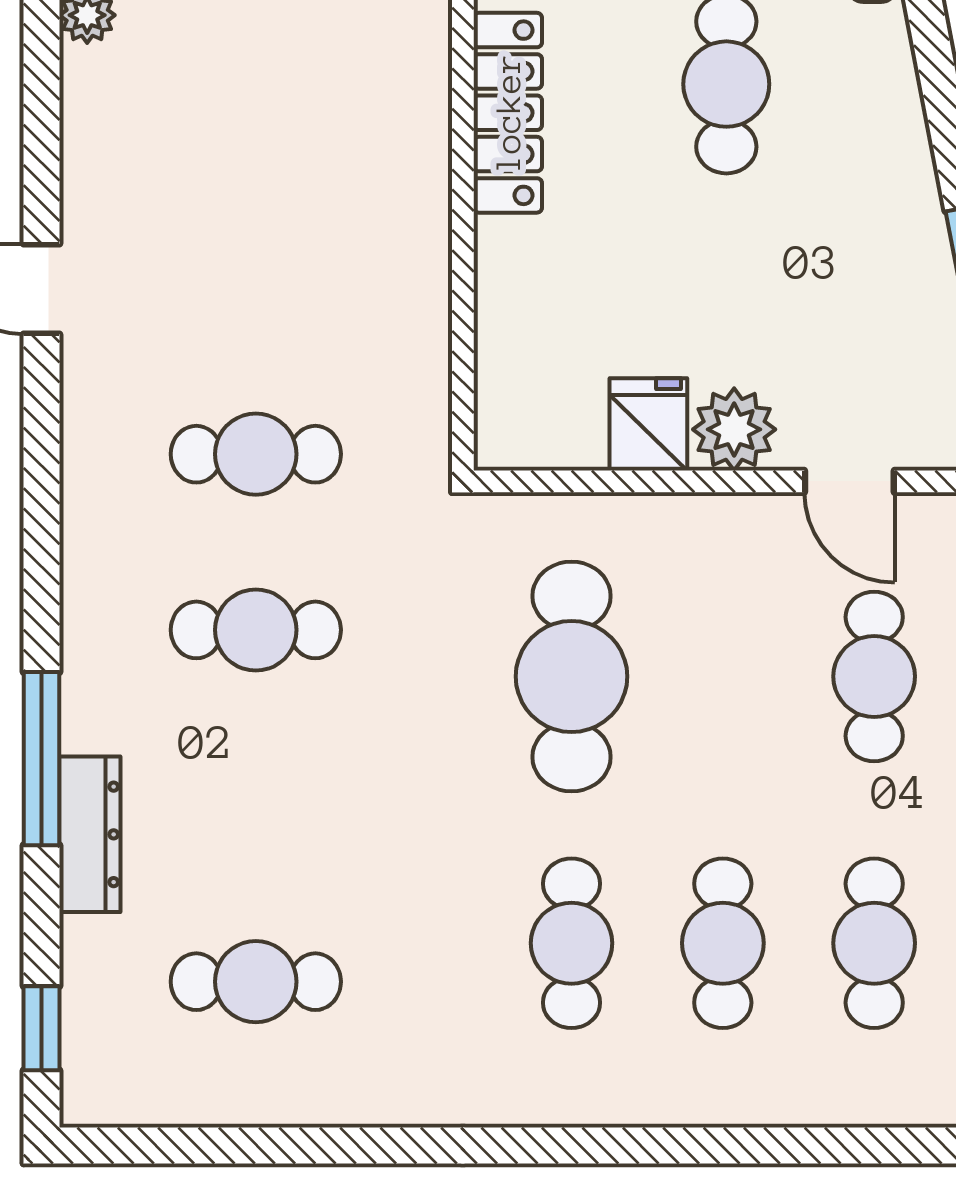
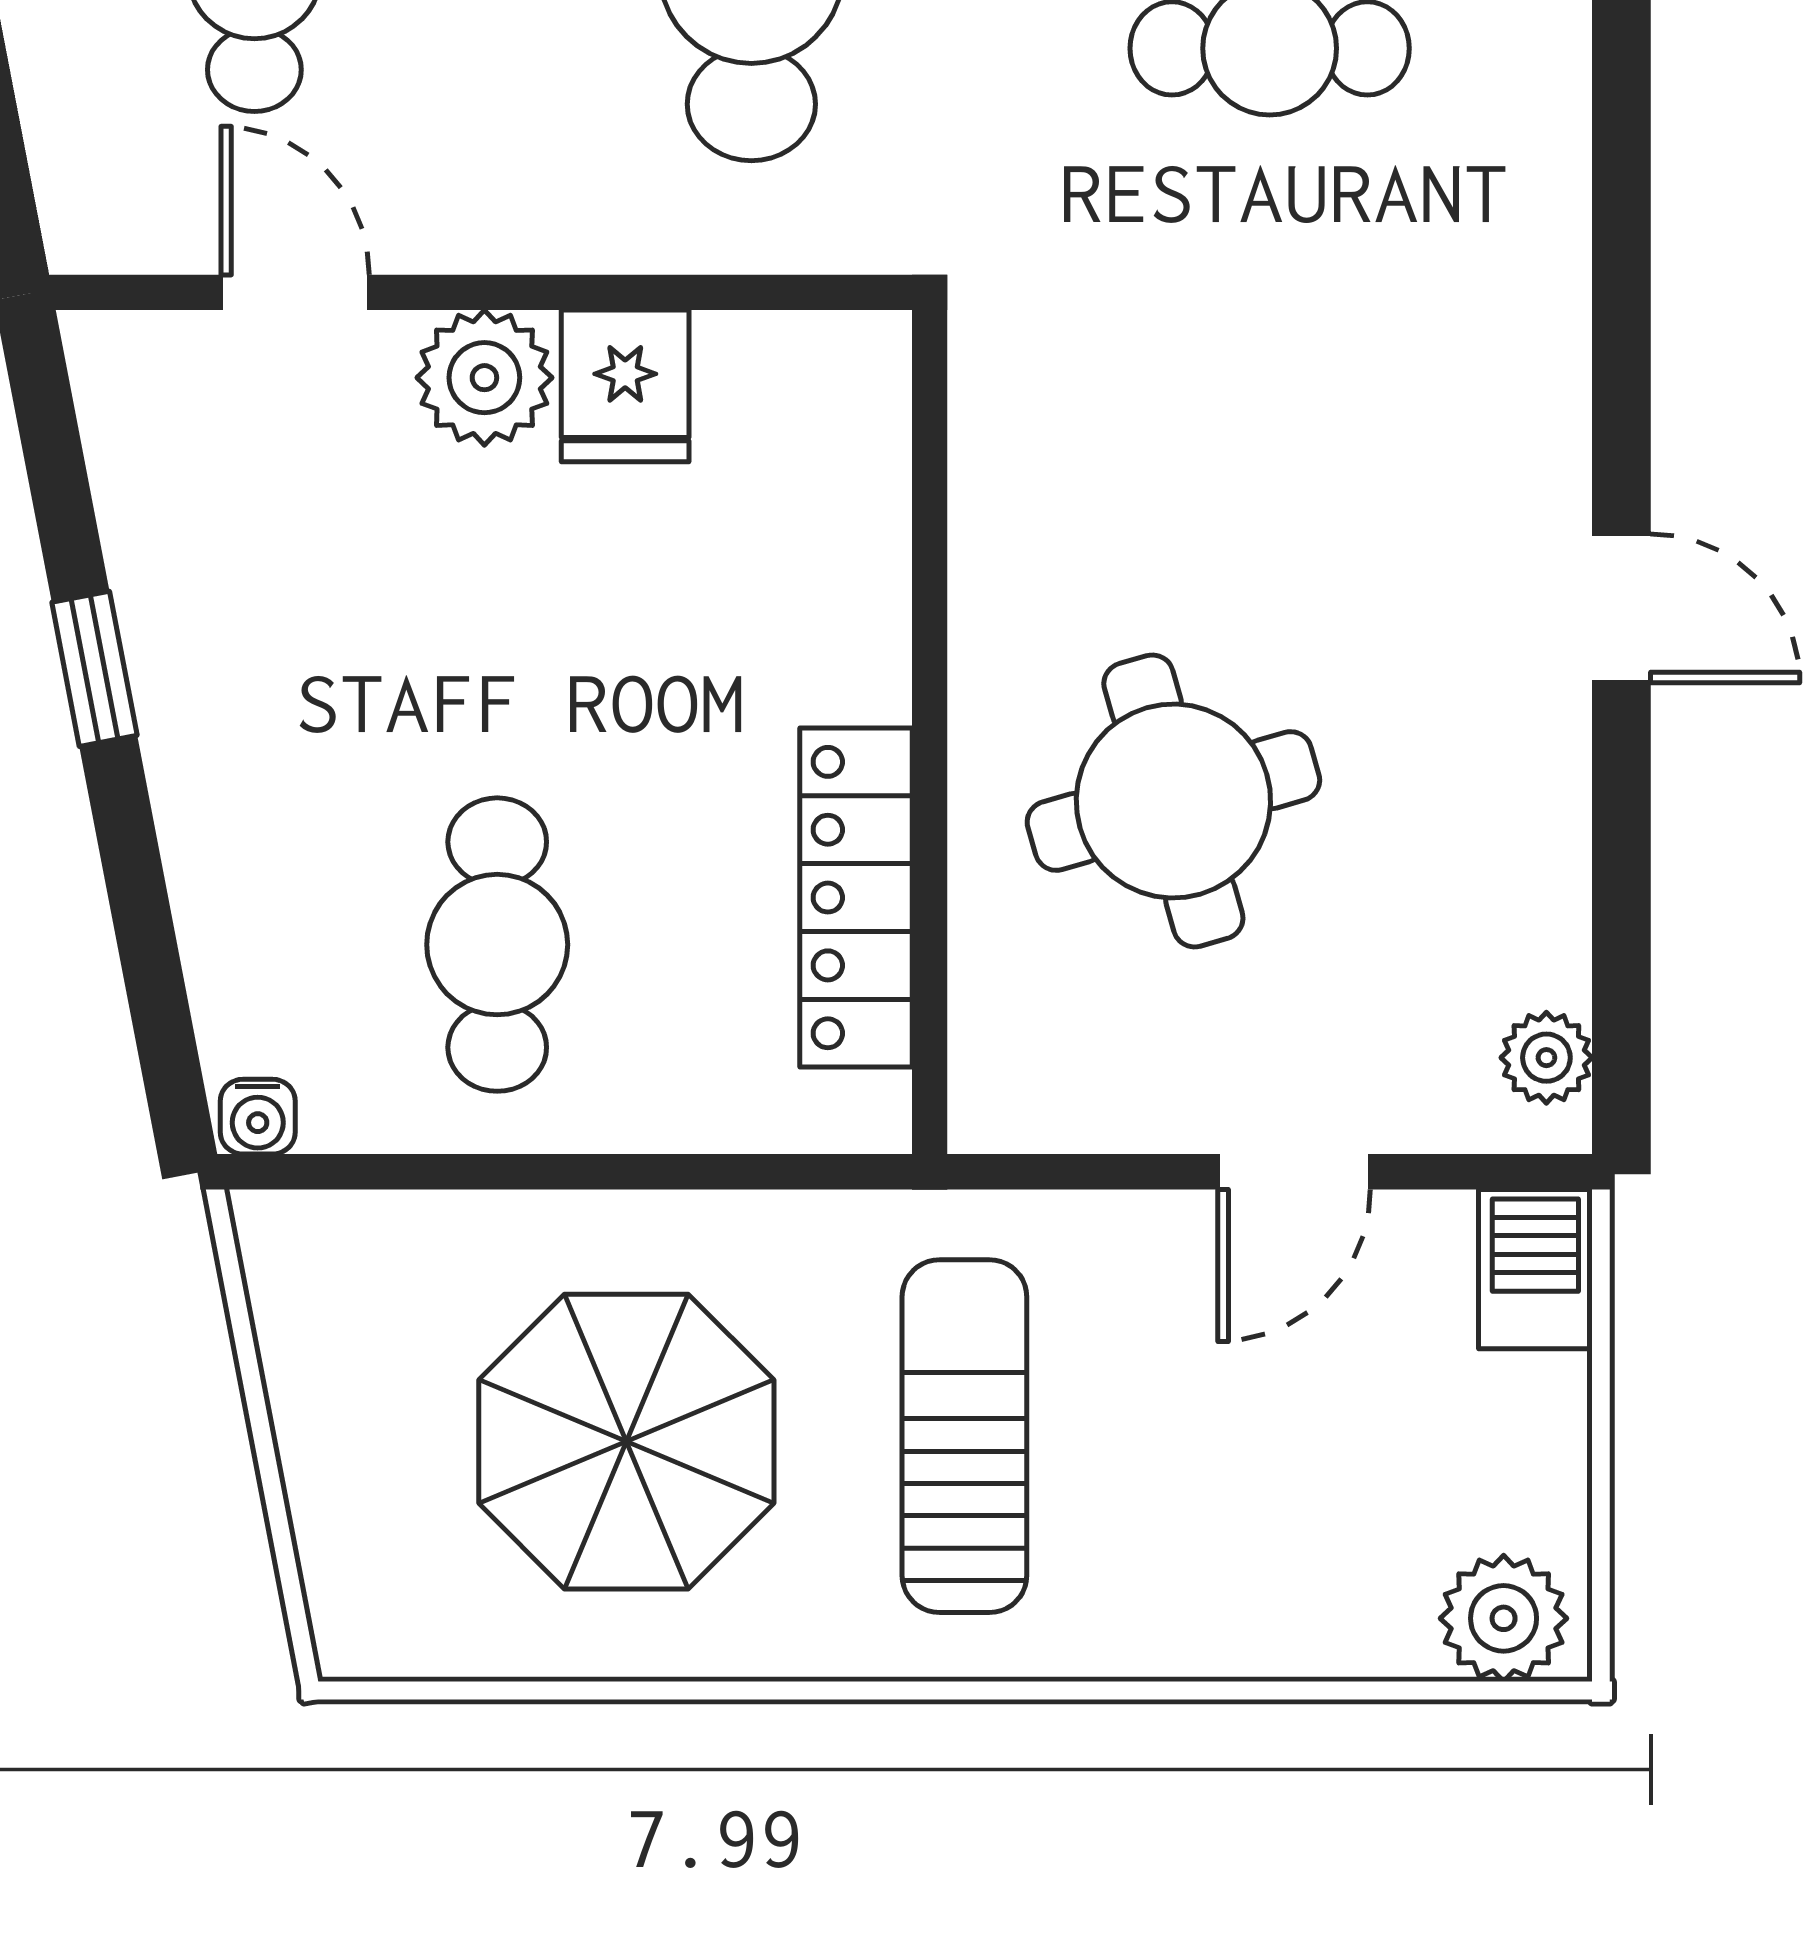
round table: (314, 172) -> (1173, 801), added
cafe table: (256, 454) -> (1270, 337), removed

